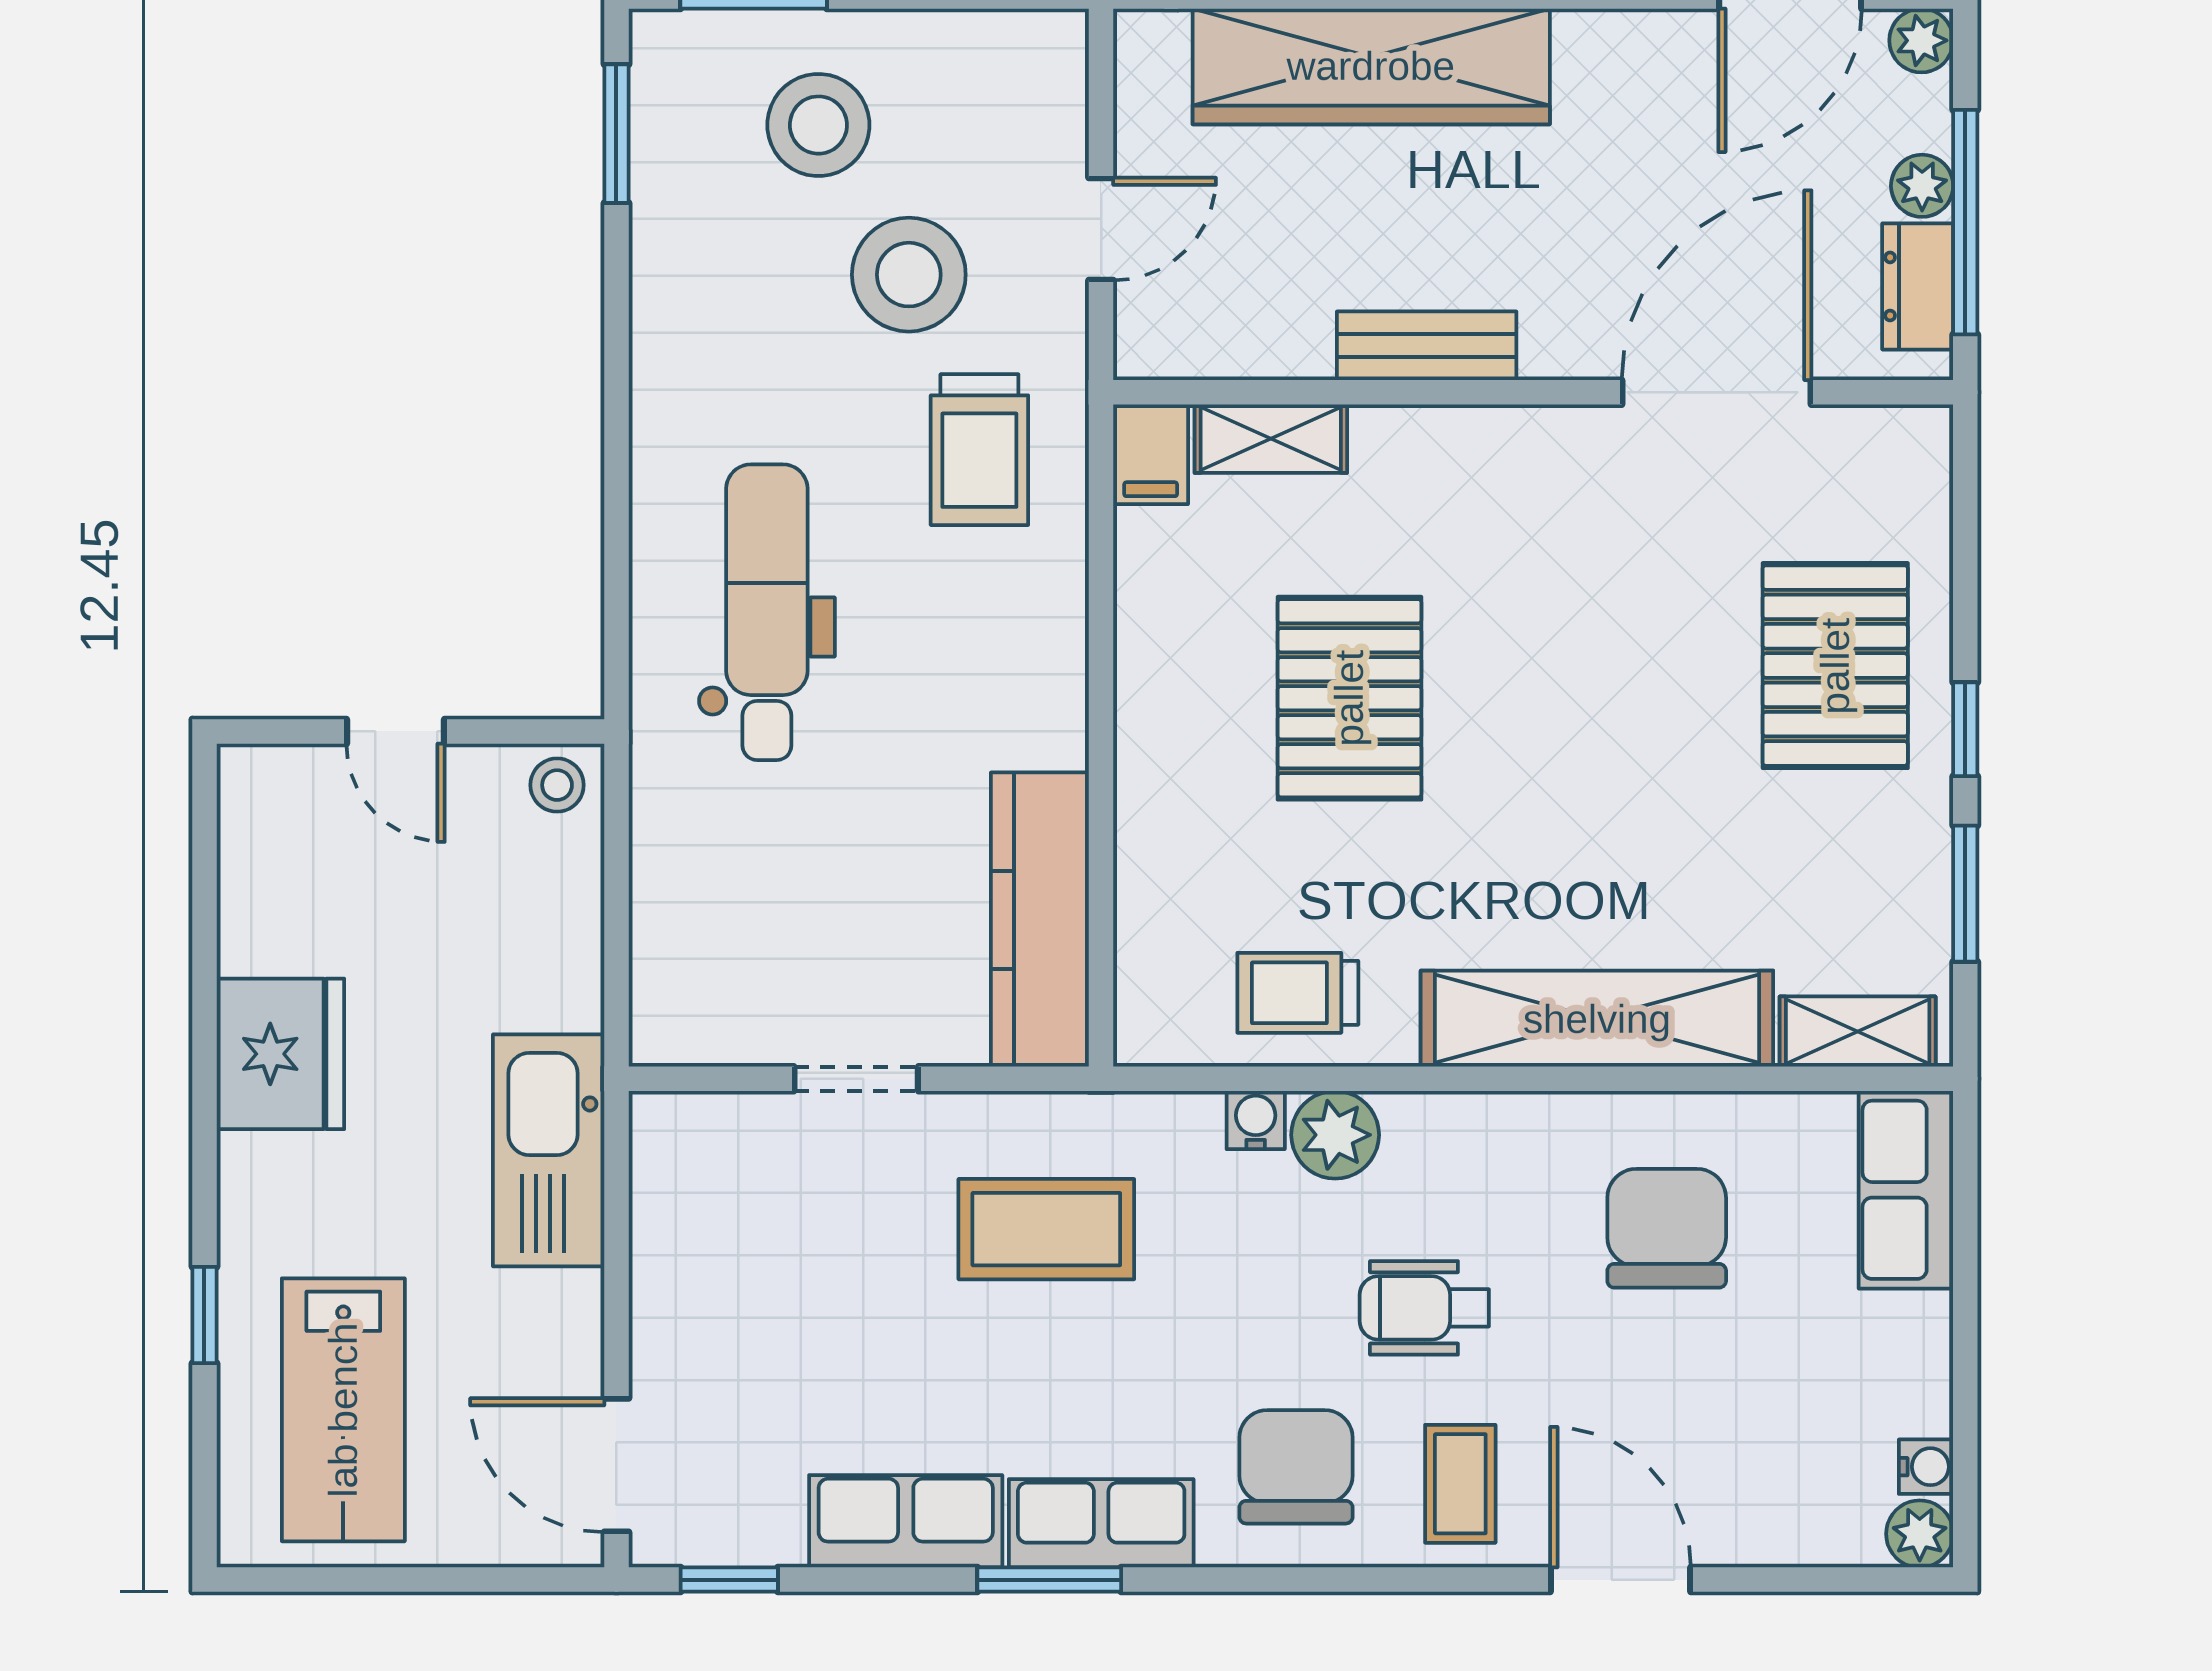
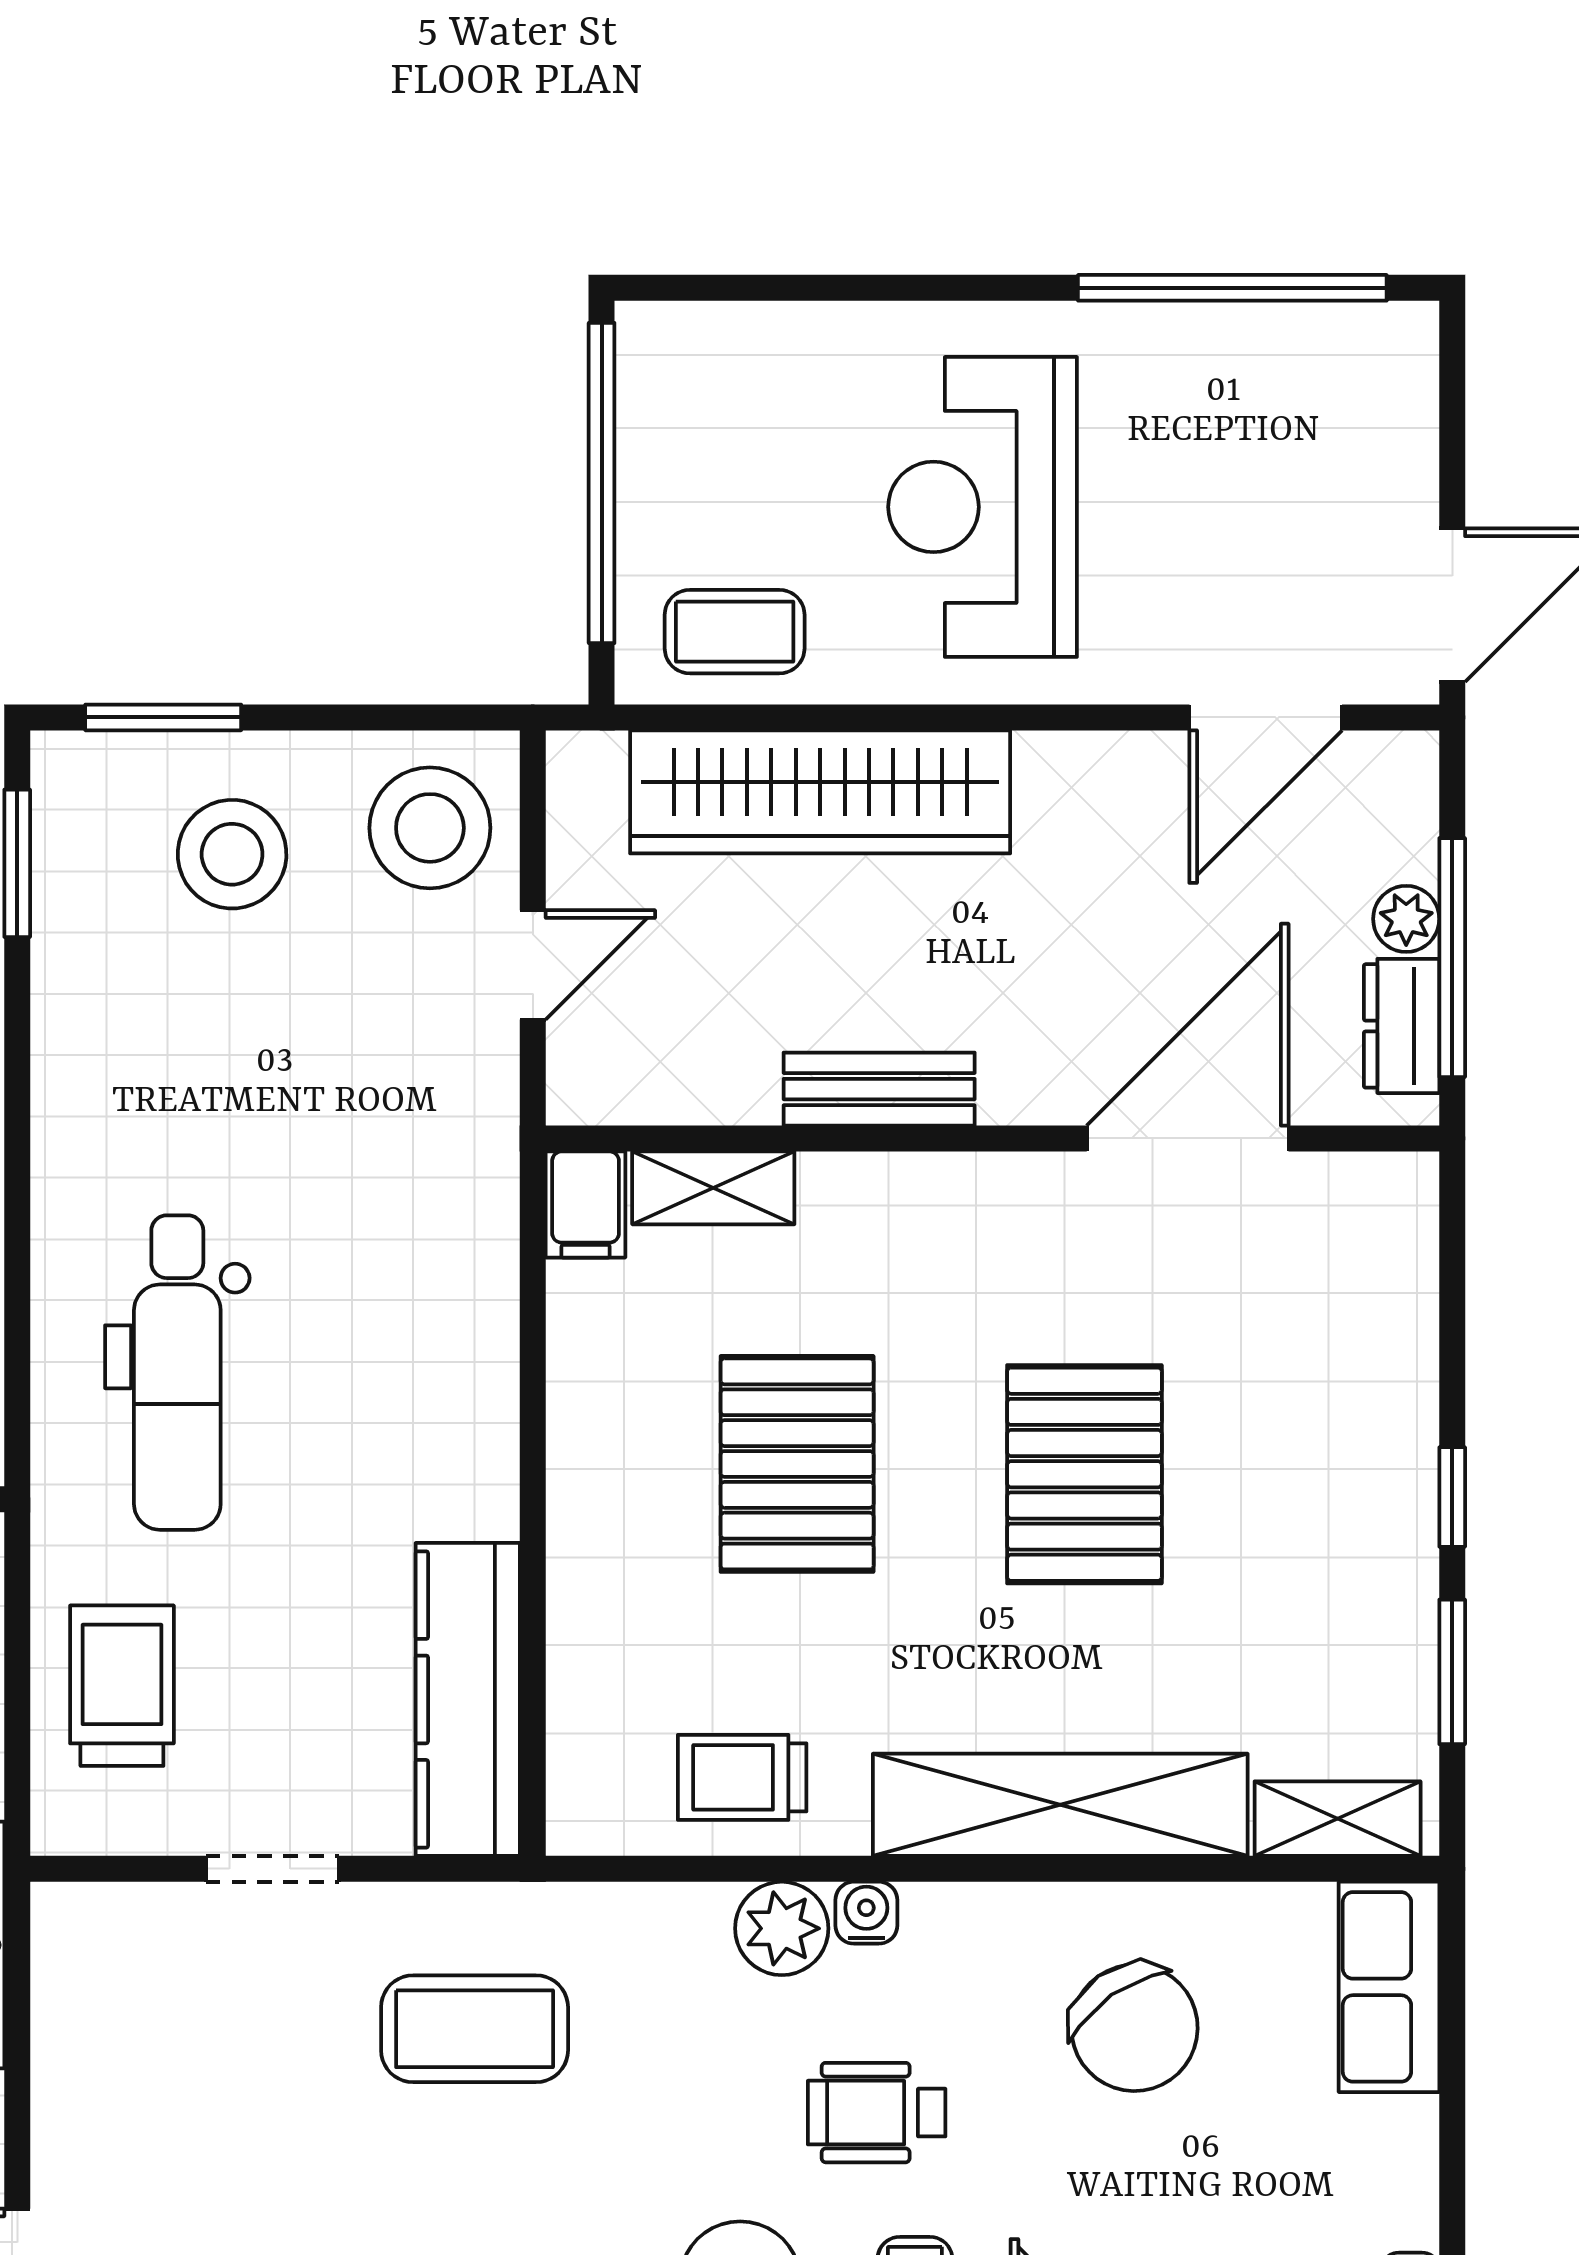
plant: (1921, 40) -> (1405, 764), removed
stool: (909, 275) -> (430, 828), moved
trolley: (979, 450) -> (122, 1686), moved, turned 180
dental chair: (767, 612) -> (177, 1373), turned 180
pallet: (1835, 666) -> (1084, 1474), moved
water cooler: (1256, 1120) -> (866, 1913), moved
chair: (1667, 1228) -> (1134, 2028), turned 145

